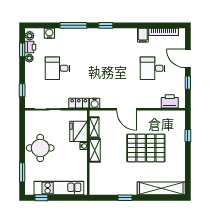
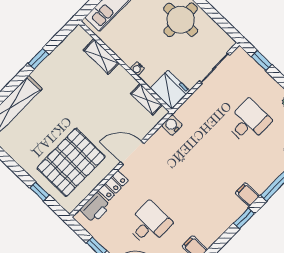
filing cabinet: (93, 35) -> (247, 195), added
locker: (79, 103) -> (113, 185), moved
fridge: (79, 131) -> (170, 90), moved
pallet: (146, 148) -> (71, 162), moved
shelving: (95, 150) -> (101, 56), moved

